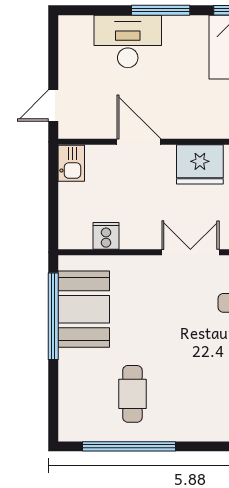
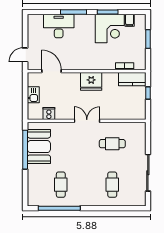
door: (139, 142) -> (51, 71), moved
kitchen sink: (71, 163) -> (33, 95), moved

